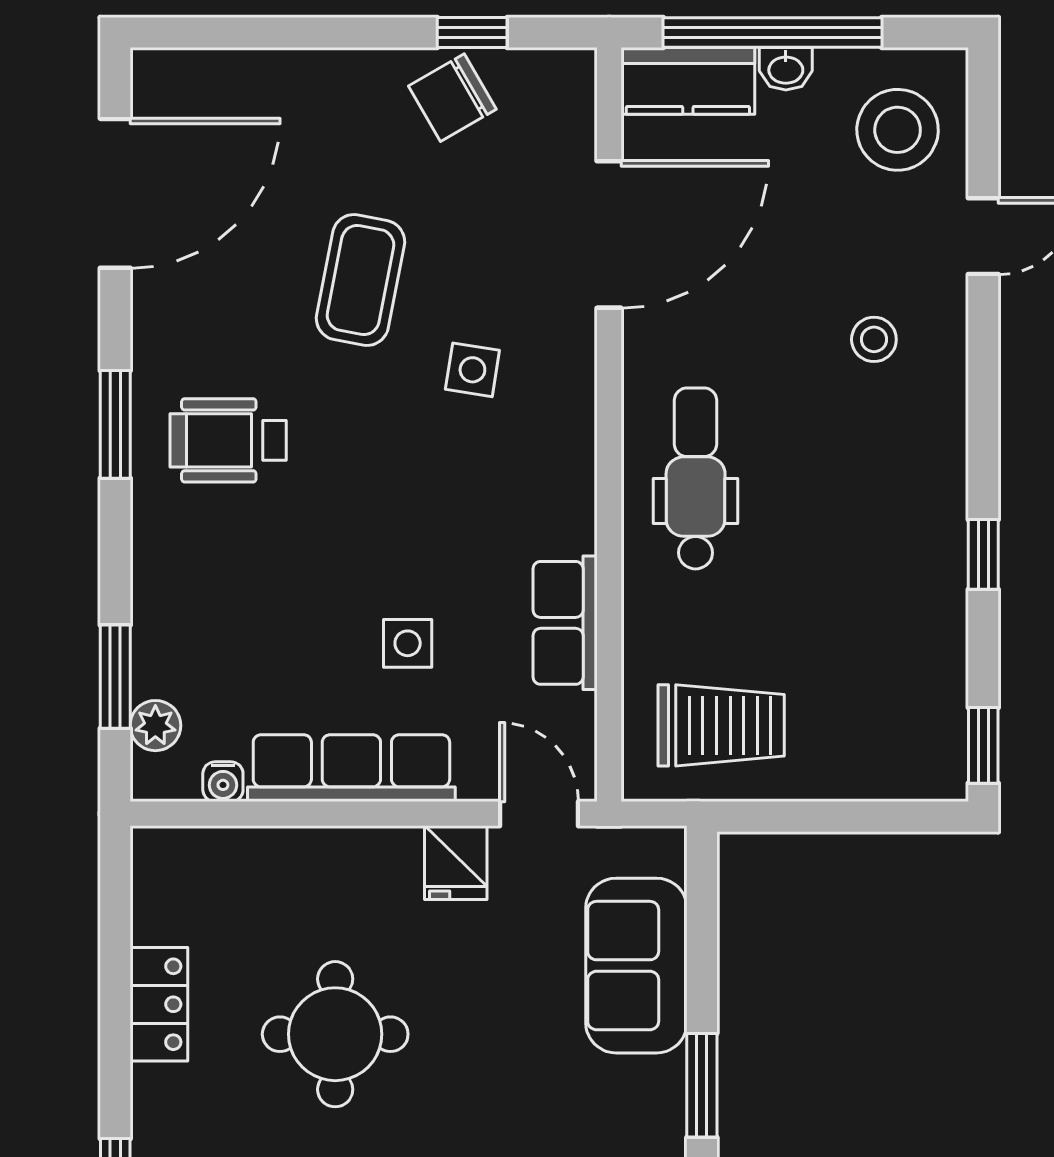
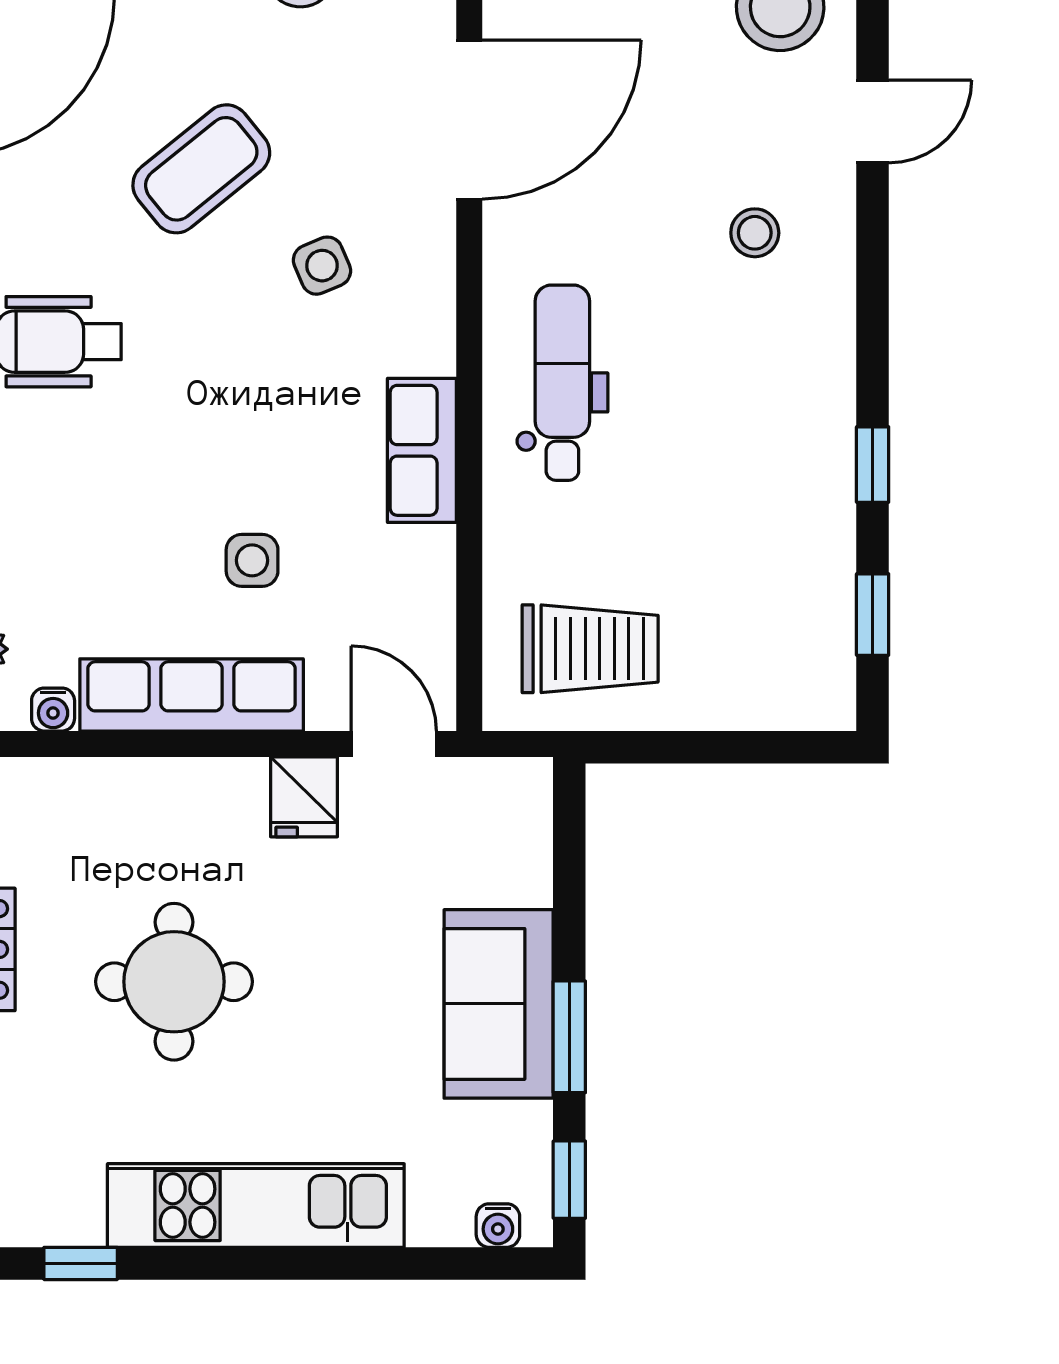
coffee table: (360, 280) -> (201, 169), turned 40
side table: (472, 370) -> (322, 266), turned -32
row of seats: (565, 623) -> (422, 450), moved
window: (983, 745) -> (873, 615), moved
sofa: (636, 966) -> (499, 1004), moved

